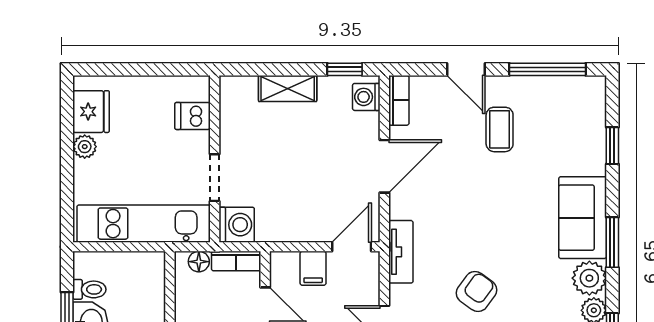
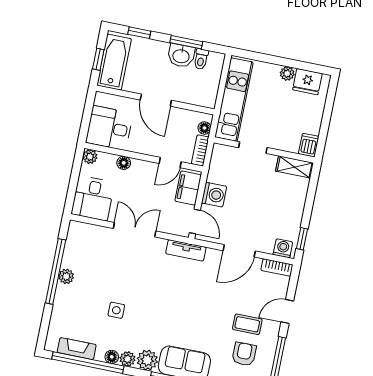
shelving: (288, 88) -> (295, 167), moved, turned 90
dishwasher: (193, 116) -> (309, 145), moved
door: (384, 166) -> (239, 251), hinge flipped
washing machine: (237, 225) -> (214, 195), moved, turned -90
filing cabinet: (313, 268) -> (188, 188), width x2.00
armchair: (476, 292) -> (244, 354), moved, turned -126

